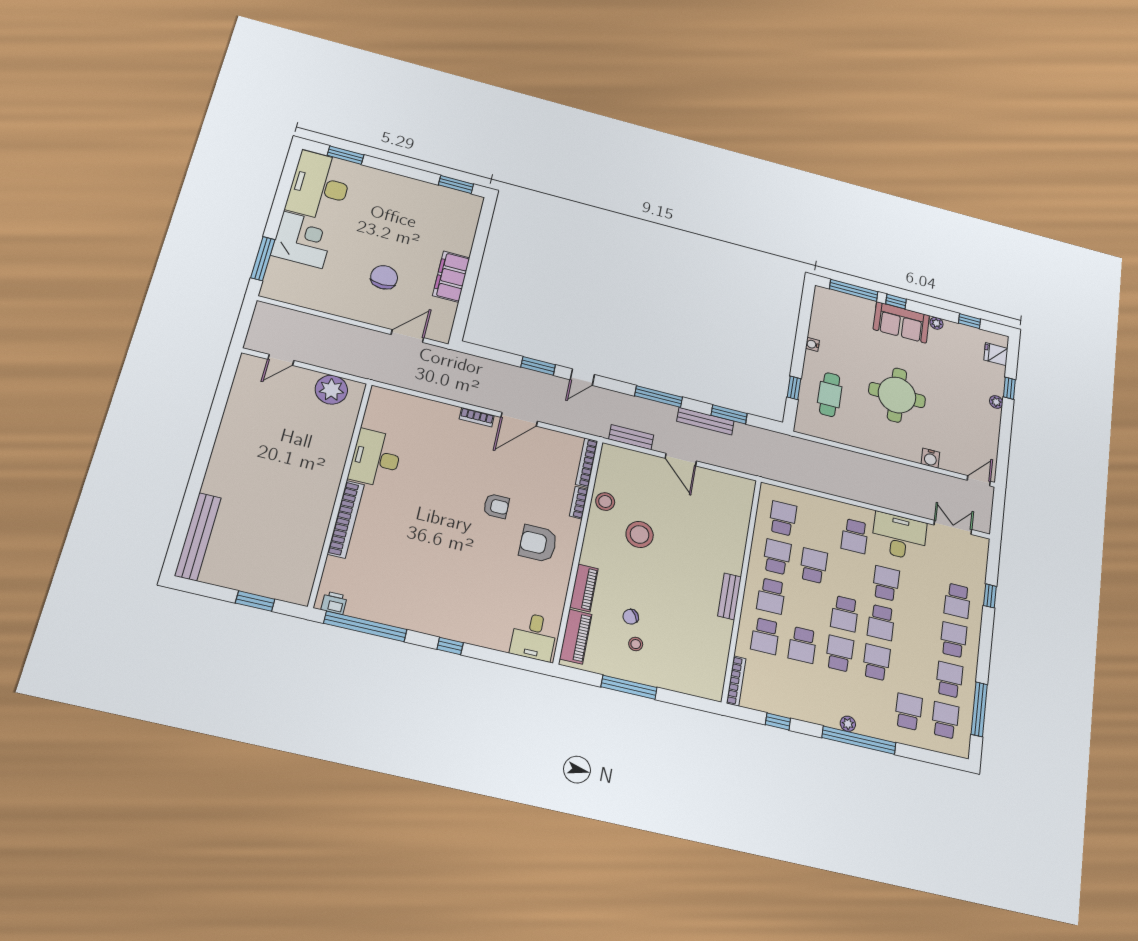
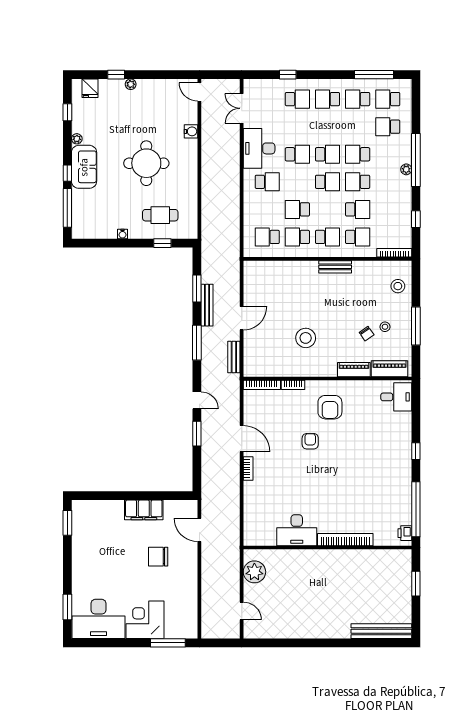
stool: (605, 502) -> (398, 286), moved
school desk: (886, 583) -> (297, 154), turned 180

